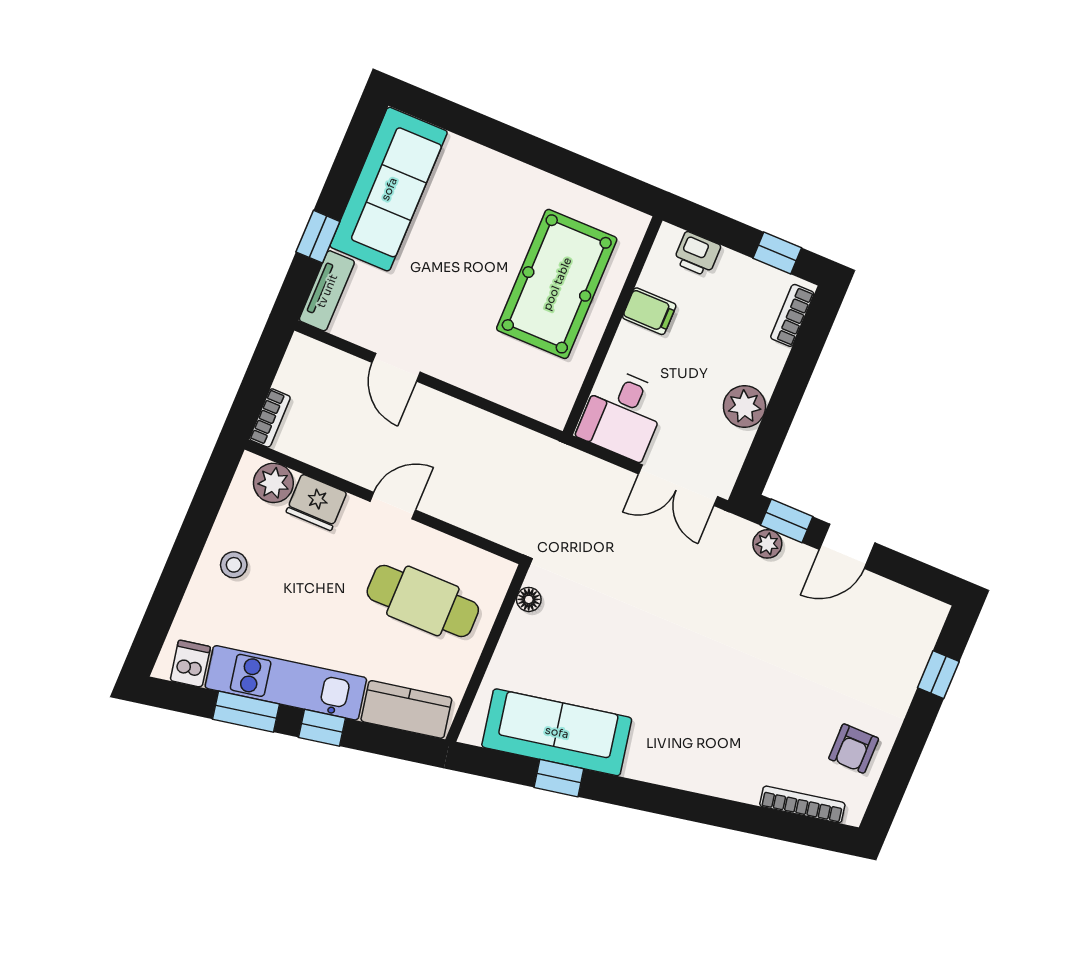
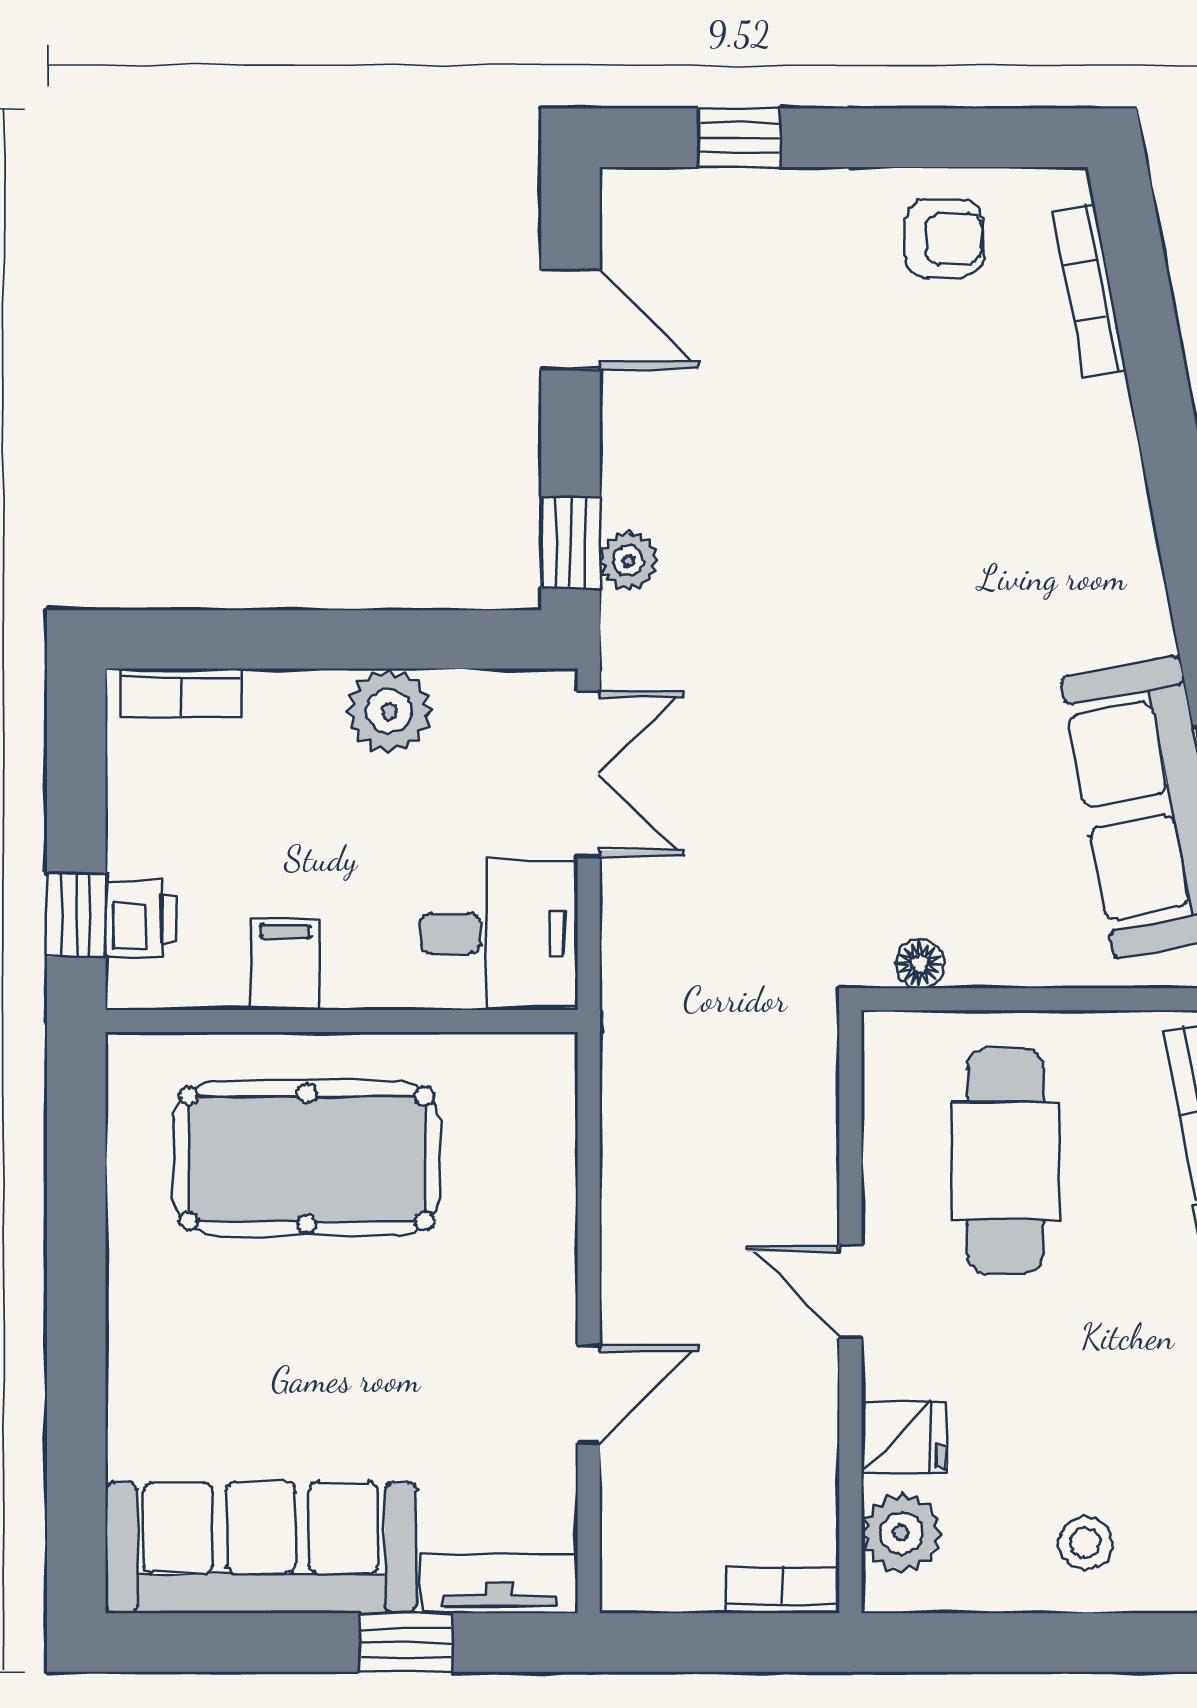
window: (777, 253) -> (76, 915), moved
fridge: (316, 502) -> (904, 1437), width x0.72
door: (847, 546) -> (570, 319), moved

